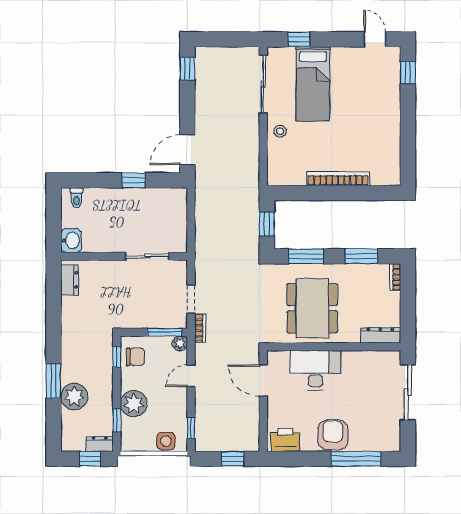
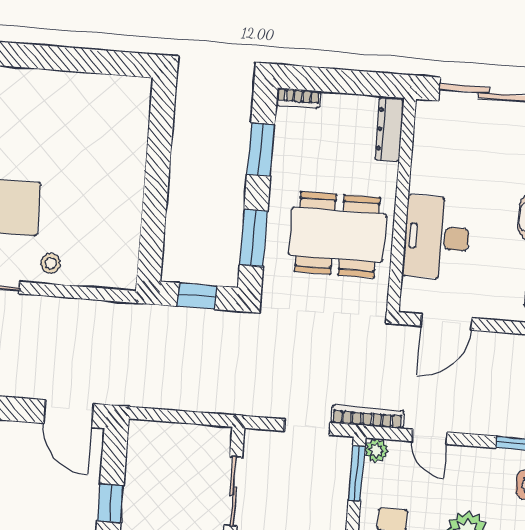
bookcase: (338, 179) -> (134, 177), removed
bookcase: (200, 328) -> (367, 417), width x1.56

